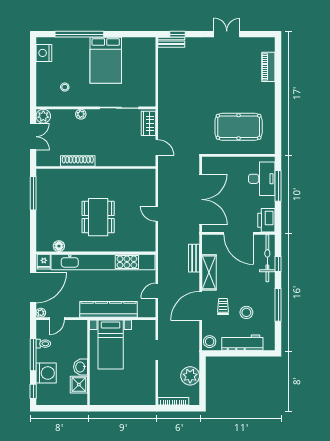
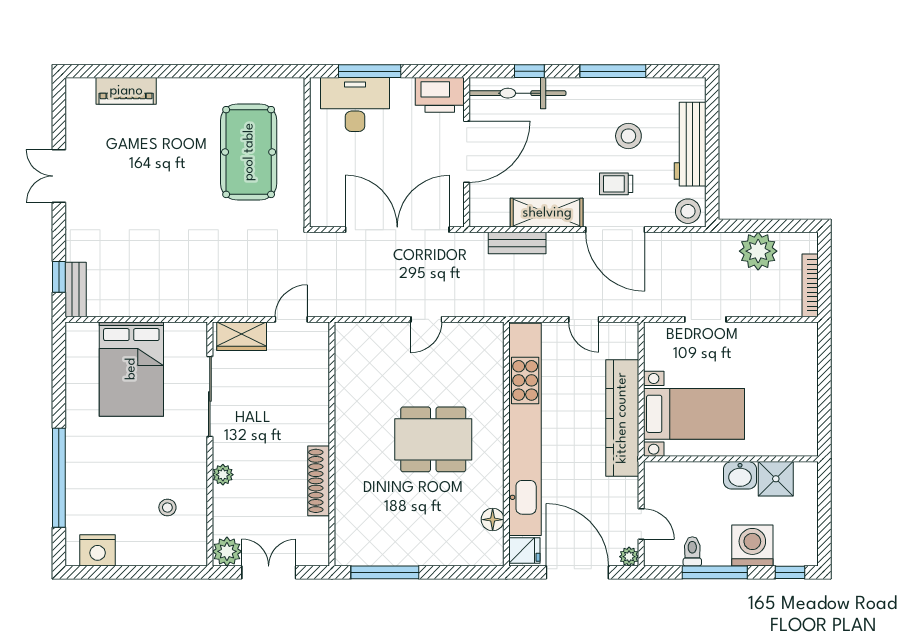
bed: (106, 60) -> (131, 369), moved, turned 90

